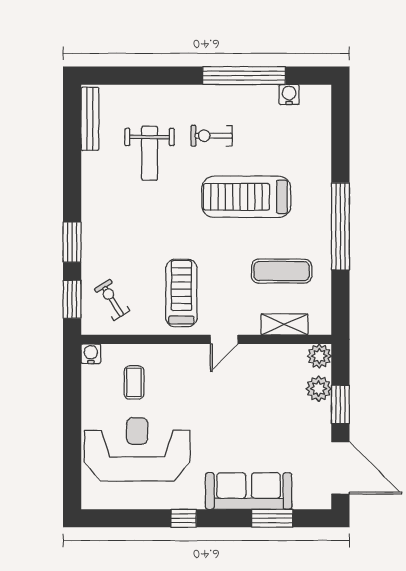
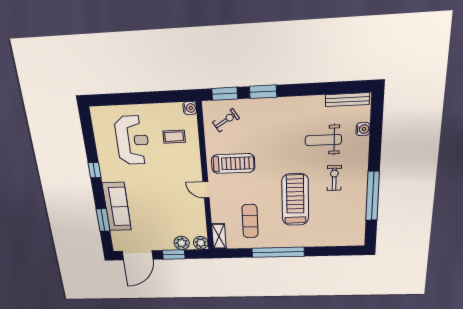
water cooler: (289, 95) -> (363, 129), moved
shelving: (284, 324) -> (219, 236), moved
reception desk: (137, 449) -> (132, 140), width x0.74, depth x0.77

